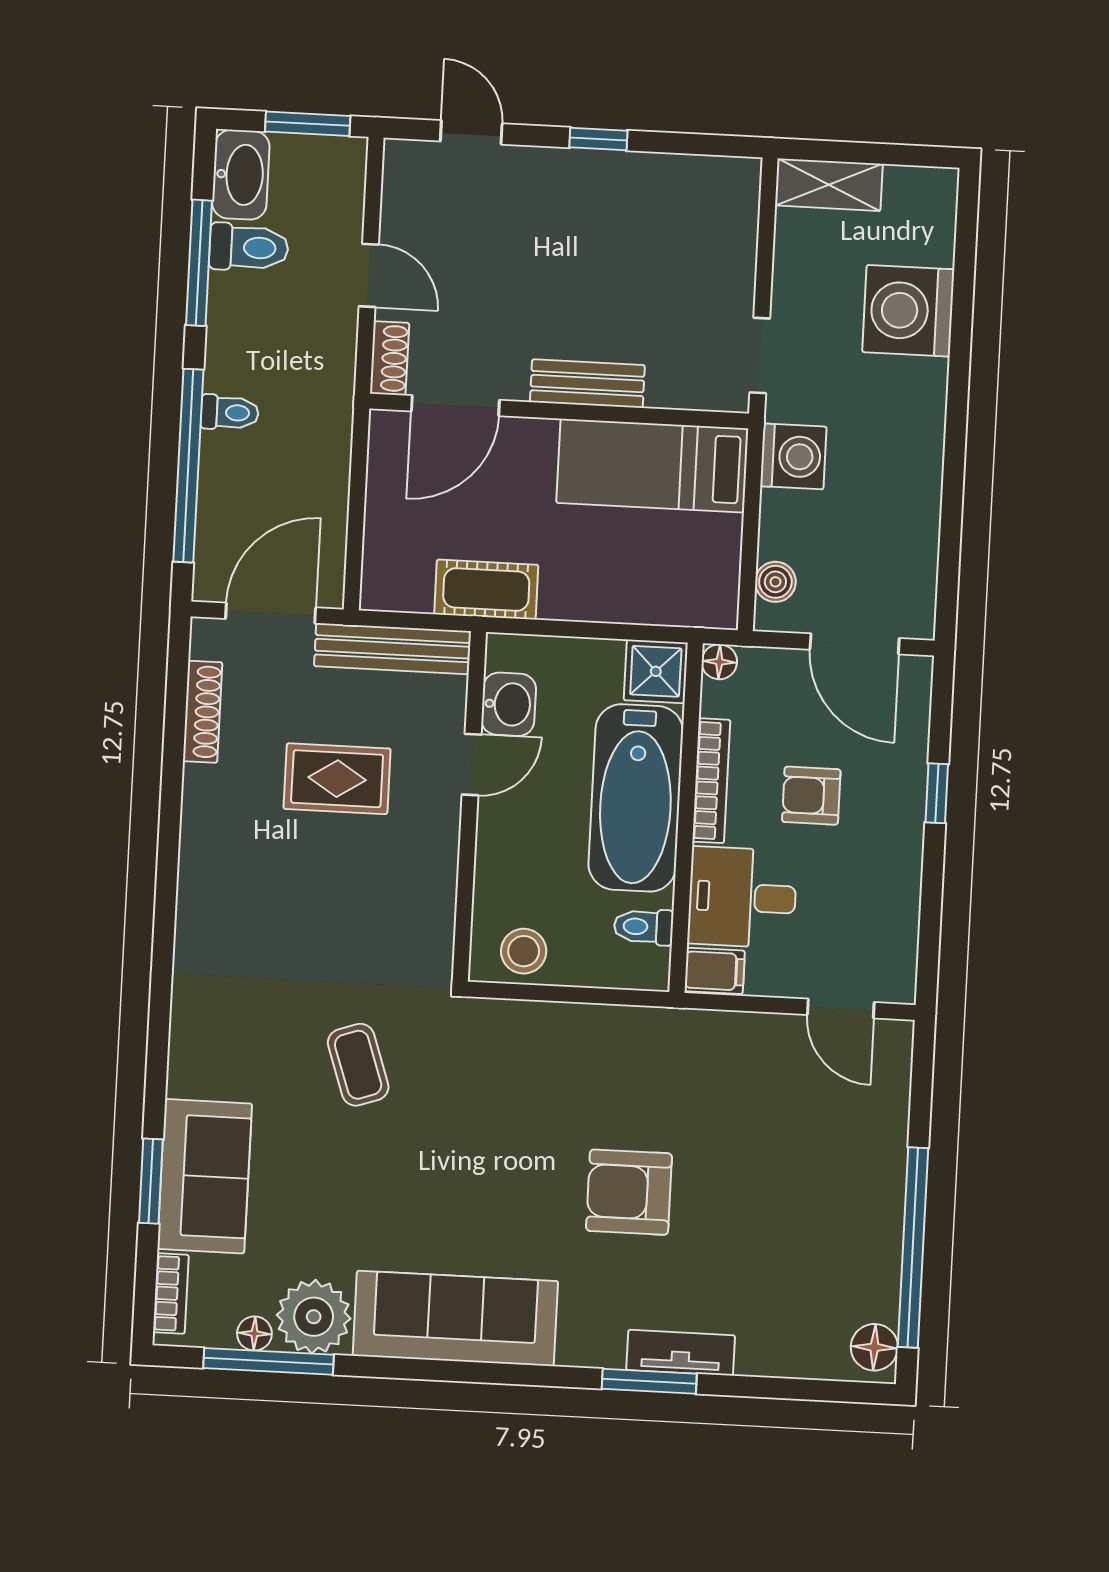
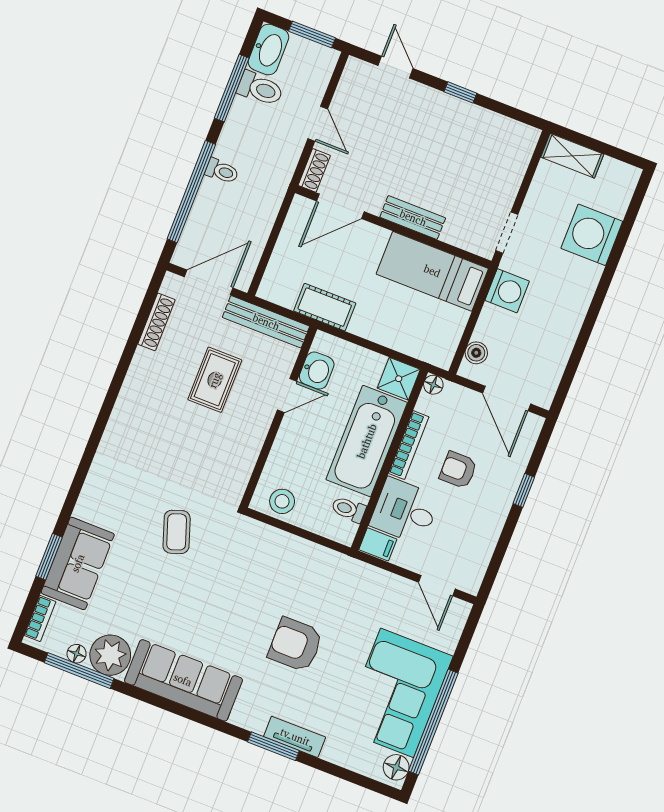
rug: (337, 779) -> (215, 380), turned 90
corner sofa: (833, 1218) -> (397, 693), added

